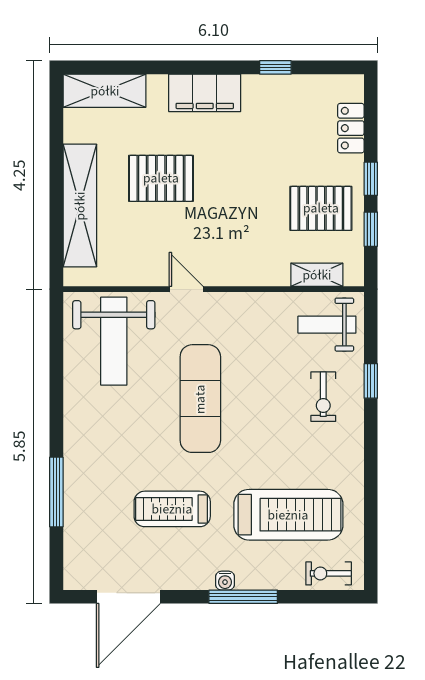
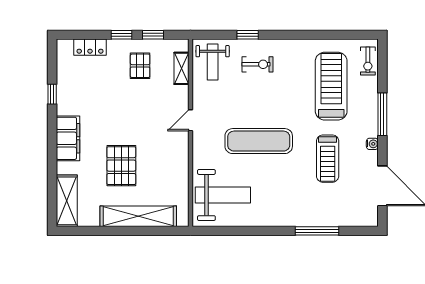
pallet: (321, 208) -> (140, 66), width x0.67, depth x0.71
door: (186, 289) -> (190, 120), moved
water cooler: (225, 581) -> (372, 144), moved

